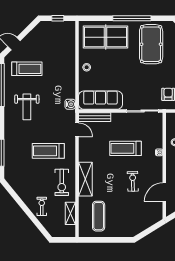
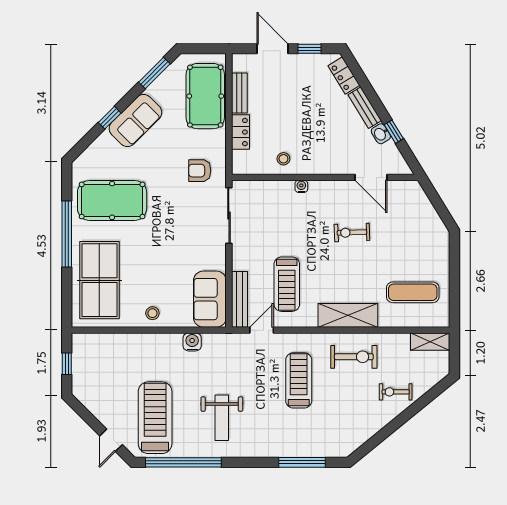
treadmill: (27, 69) -> (155, 418), width x1.37, depth x1.38
sofa: (100, 100) -> (210, 299), width x0.73
water cooler: (70, 104) -> (192, 342), moved
weight bench: (27, 107) -> (222, 418), turned 90
treadmill: (126, 148) -> (287, 284), moved
treadmill: (48, 151) -> (299, 380), turned 180
shelving: (70, 213) -> (430, 342), moved

